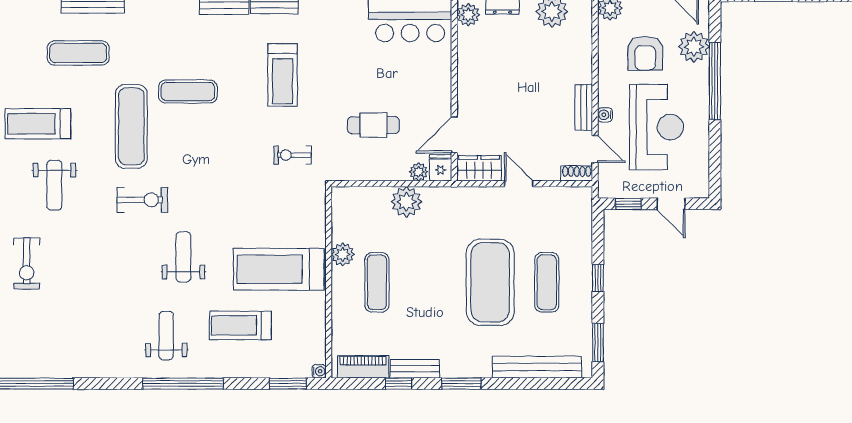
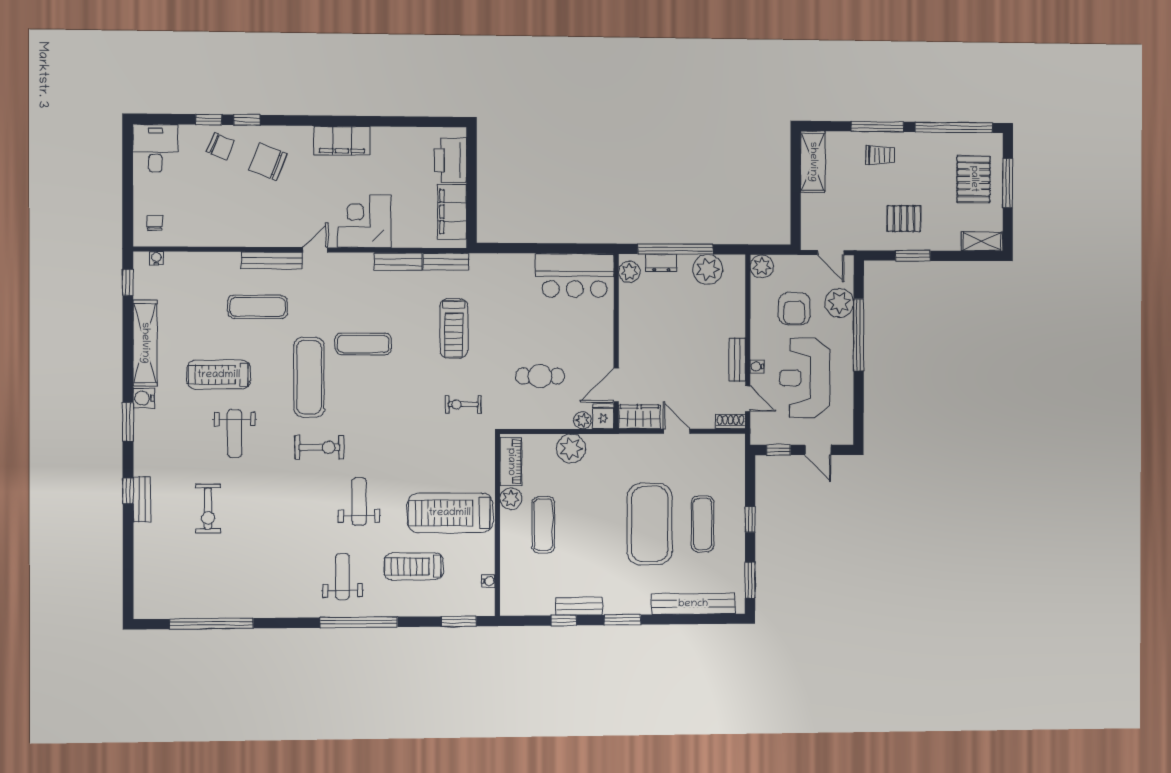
reception desk: (656, 127) -> (805, 378), turned 180
piano: (363, 367) -> (511, 462), moved, turned 90
water cooler: (319, 371) -> (488, 581), moved

